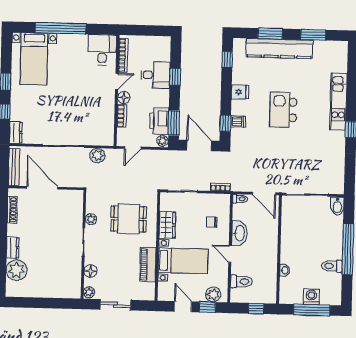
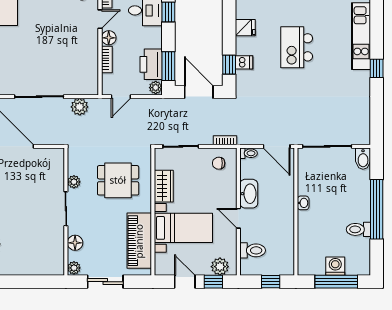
chair: (212, 222) -> (219, 163), moved
piano: (148, 264) -> (139, 241), width x1.37, depth x1.33
washbasin: (285, 270) -> (303, 203), moved

